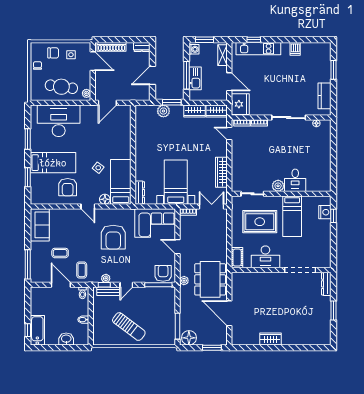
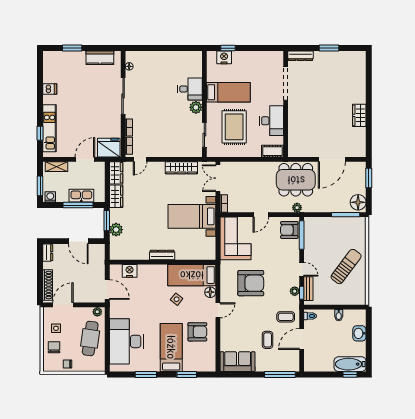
nightstand: (125, 124) -> (130, 271), added
dresser: (140, 193) -> (162, 255), moved

